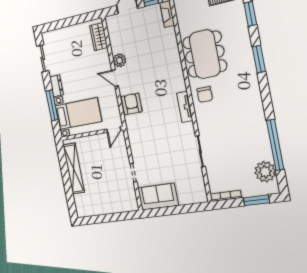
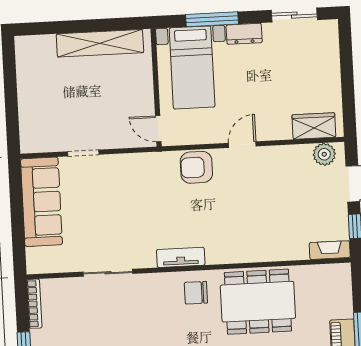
plant: (119, 60) -> (324, 154), moved
armchair: (132, 104) -> (196, 167), turned 180
sofa: (158, 197) -> (41, 202), width x1.36

